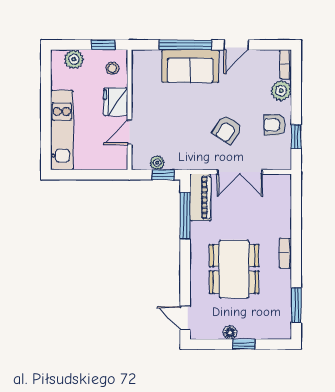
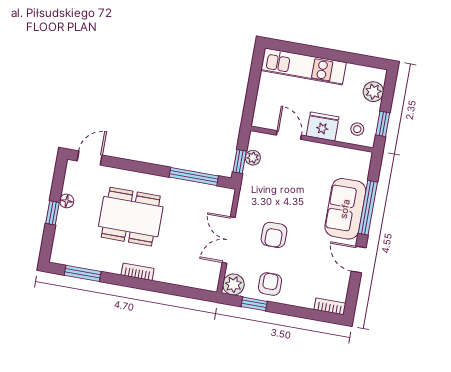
plant: (281, 91) -> (233, 284), moved
armchair: (227, 130) -> (274, 235), turned -124
piano: (200, 197) -> (210, 195), removed

